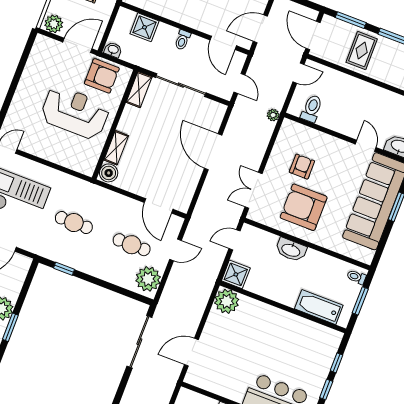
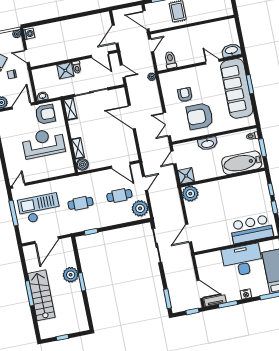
shower: (144, 27) -> (65, 71), moved
bathtub: (319, 307) -> (242, 163), width x1.36, depth x1.36

